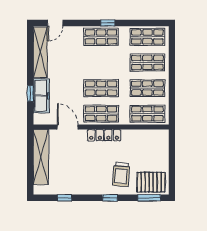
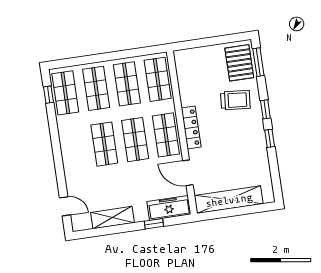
window: (108, 23) -> (48, 95), moved
shop shelf: (101, 37) -> (104, 144), moved
shelving: (40, 52) -> (113, 218), width x0.68
freezer: (41, 96) -> (169, 208), moved
door: (68, 127) -> (188, 173), hinge flipped
window: (65, 198) -> (270, 138), moved

